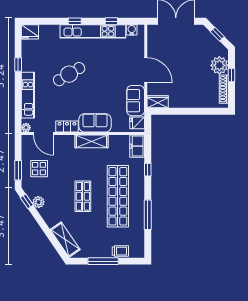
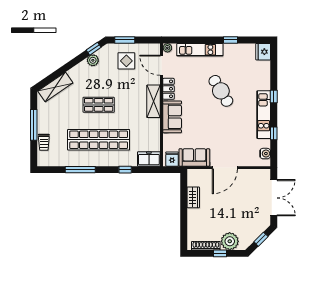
kitchen unit: (93, 31) -> (264, 115), width x0.73
wardrobe: (158, 102) -> (193, 197), moved
door: (43, 133) -> (161, 65), hinge flipped
shelving: (91, 141) -> (154, 101), moved

